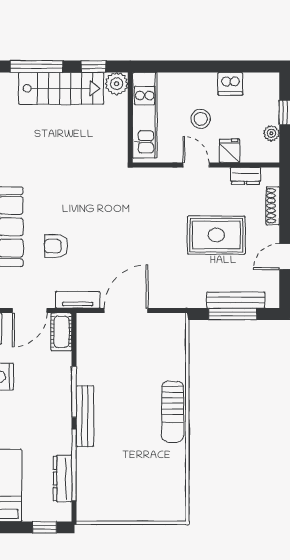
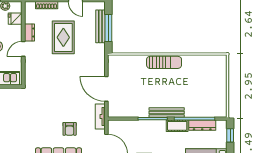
fridge: (229, 151) -> (15, 19), moved
dresser: (245, 176) -> (30, 33), moved
cot: (61, 332) -> (177, 126), moved

